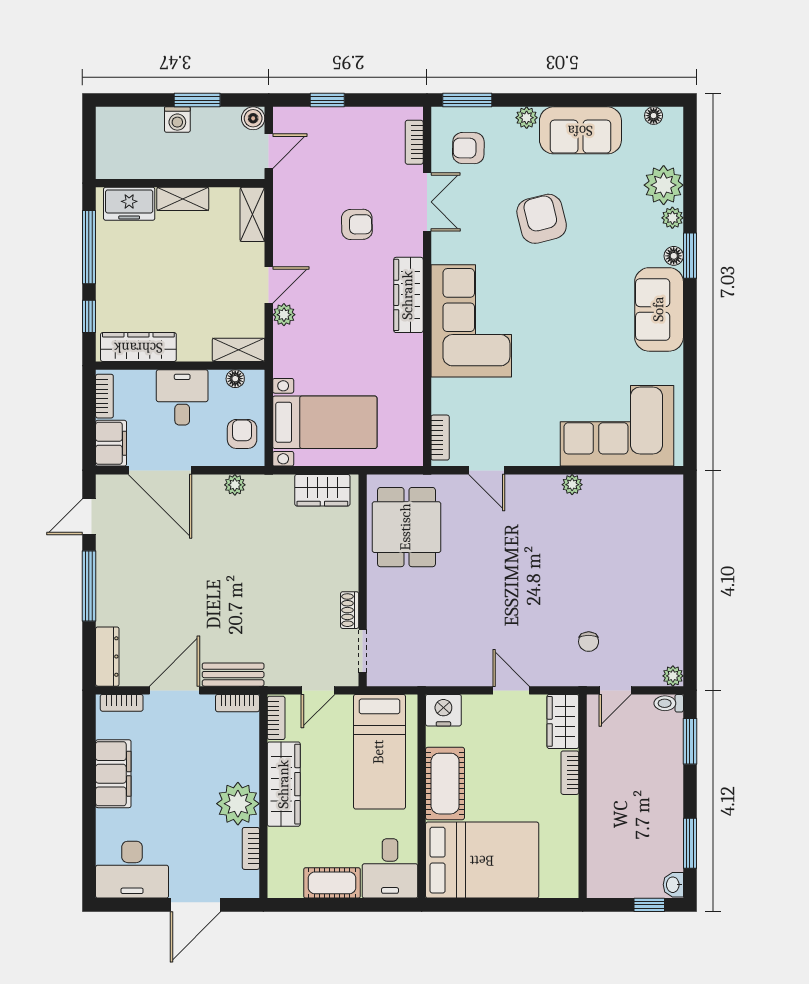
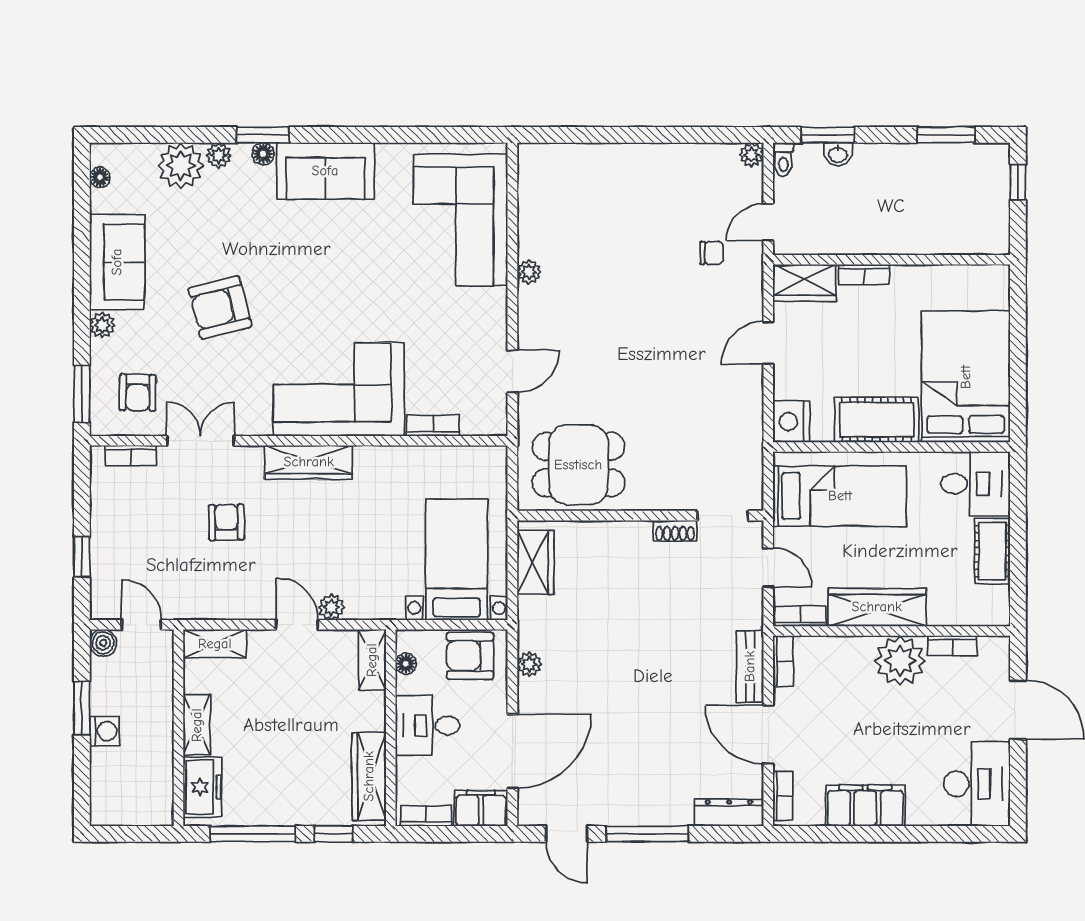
armchair: (242, 434) -> (470, 656), width x1.38, depth x1.38
bookcase: (440, 438) -> (433, 426), moved
door: (615, 690) -> (768, 222), swing flipped
washbasin: (673, 885) -> (838, 154), moved

